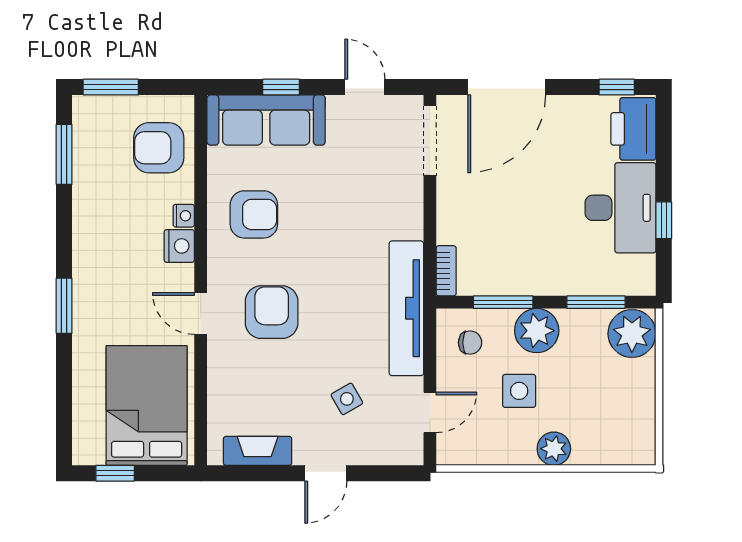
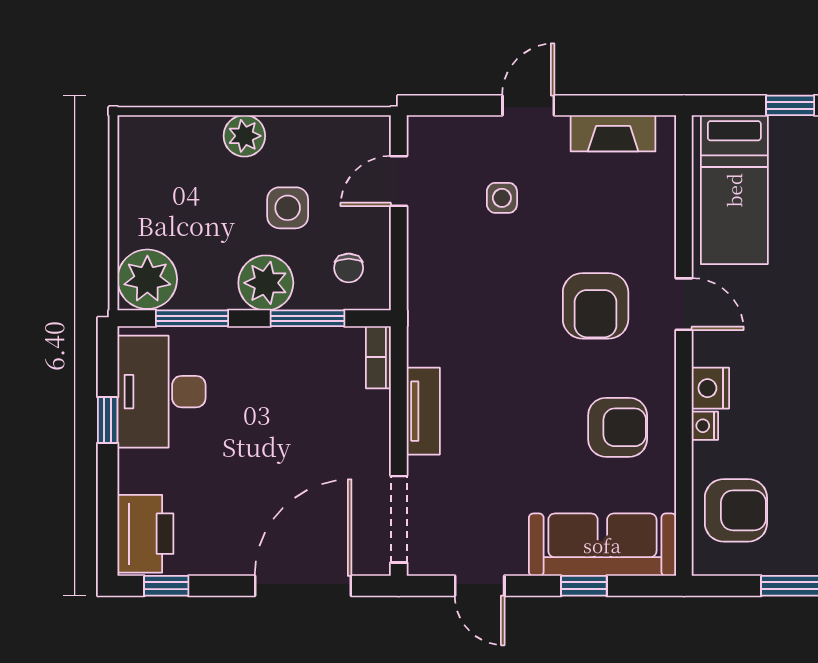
desk: (620, 208) -> (162, 392), moved
armchair: (254, 214) -> (618, 427), turned 180
tv unit: (406, 308) -> (423, 411), moved, width x0.52, depth x0.78
chair: (470, 343) -> (349, 268), turned -90
side table: (347, 399) -> (502, 198), turned 30
bed: (147, 406) -> (734, 190), width x0.67

